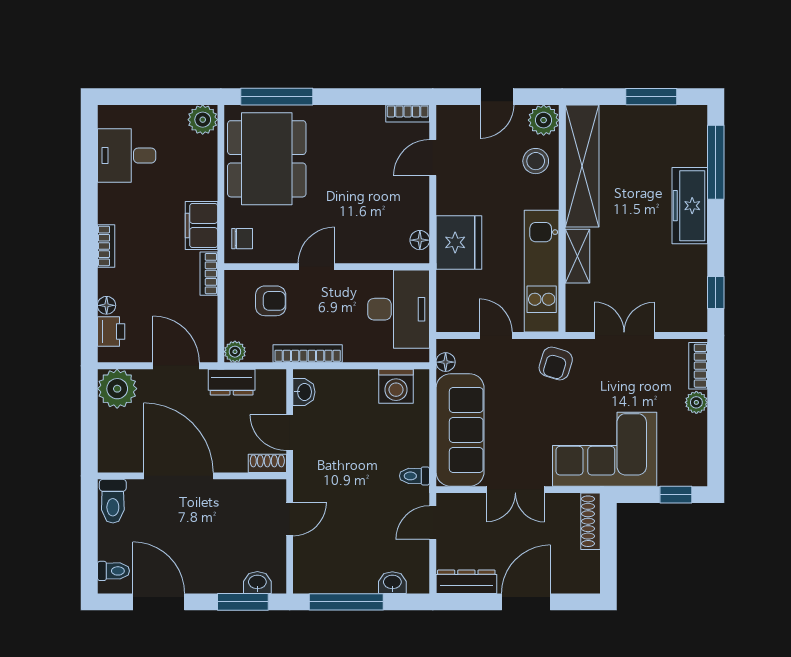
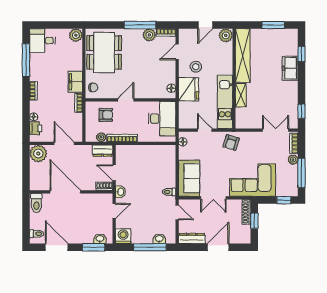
window: (277, 97) -> (140, 25), moved
plant: (370, 119) -> (149, 35), added
desk: (127, 156) -> (42, 41), moved
stool: (536, 161) -> (196, 67), moved
window: (716, 162) -> (302, 54), width x0.46
window: (89, 176) -> (26, 60), added
freezer: (690, 206) -> (290, 68), width x0.71
double door: (624, 335) -> (276, 130), moved
plant: (235, 352) -> (101, 137), moved
dresser: (232, 382) -> (103, 151), moved
washing machine: (396, 386) -> (123, 236), moved, turned 180
washbasin: (304, 392) -> (120, 192), moved
sofa: (460, 430) -> (189, 178), width x0.73
window: (716, 433) -> (302, 173), added
door: (433, 523) -> (177, 212), swing flipped
window: (608, 542) -> (254, 221), added
window: (346, 602) -> (150, 247), moved

